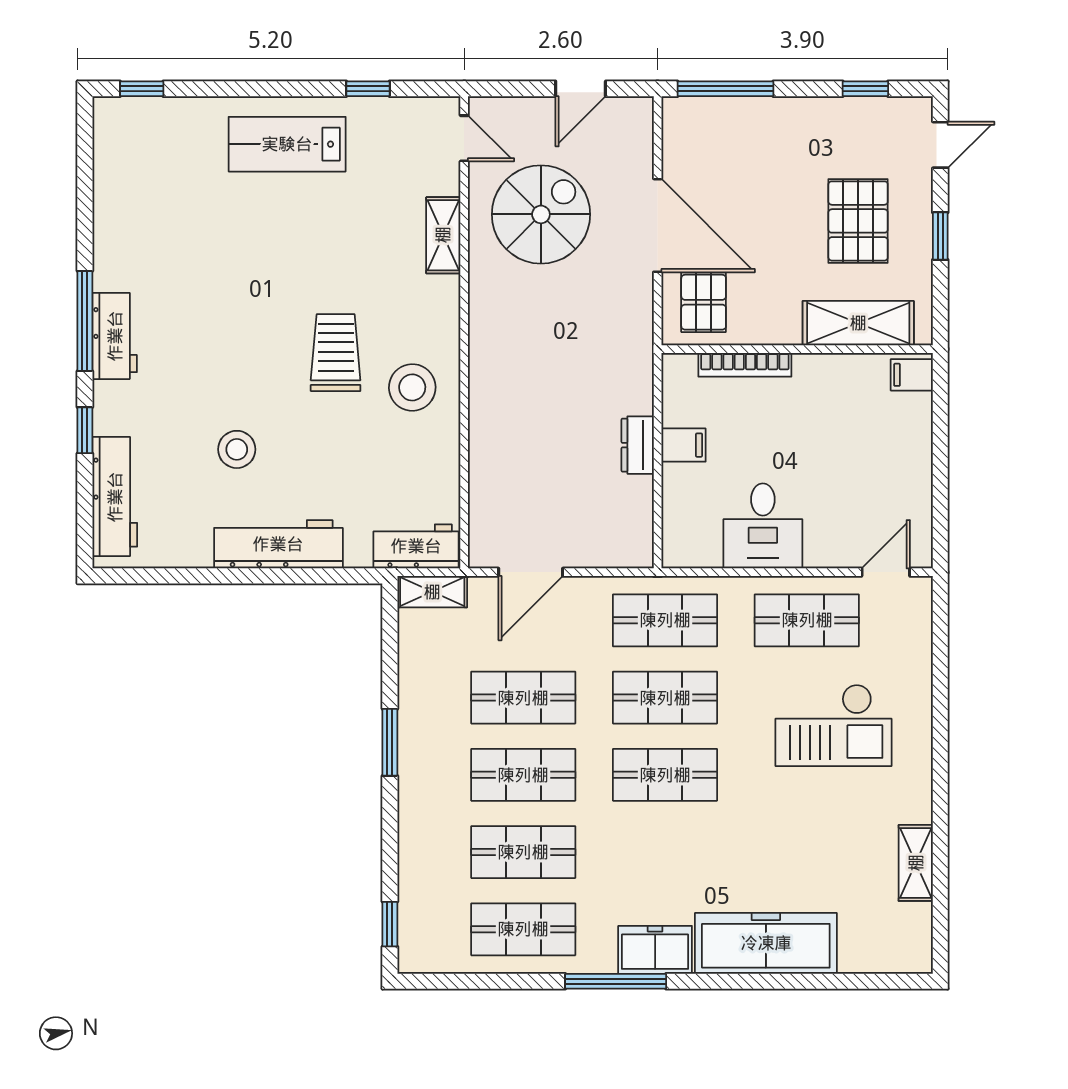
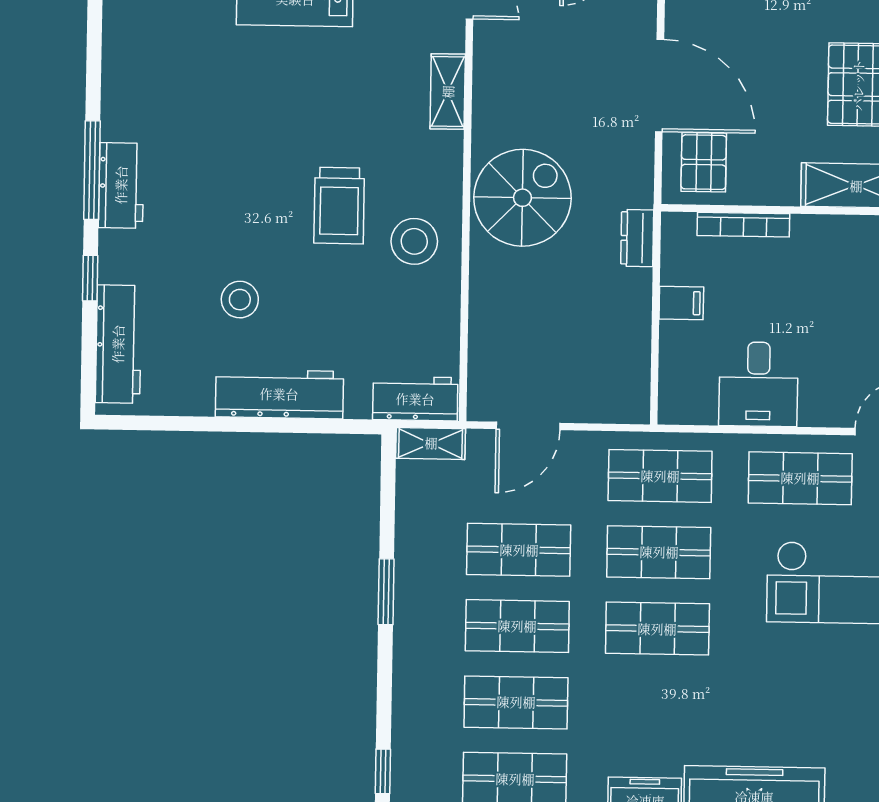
spiral stairs: (541, 214) -> (522, 198), moved
trolley: (336, 353) -> (339, 206), turned 180
dresser: (638, 445) -> (637, 238), moved

